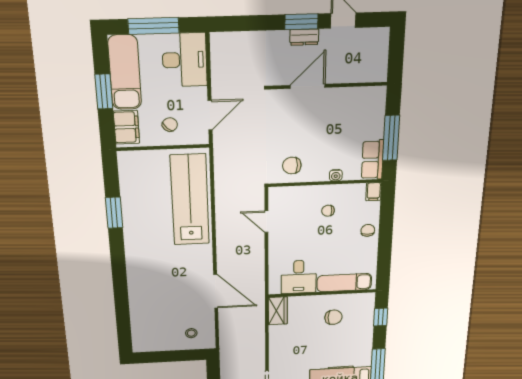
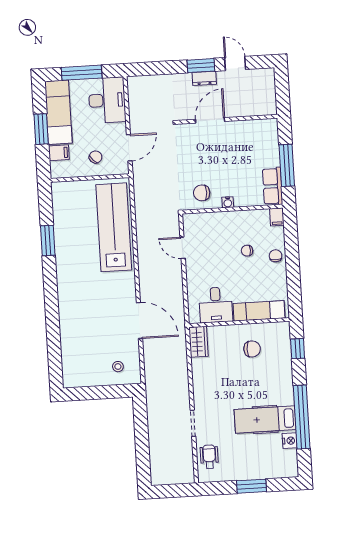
filing cabinet: (126, 127) -> (59, 153), width x0.50
water cooler: (336, 175) -> (228, 202), moved
chair: (328, 211) -> (247, 251), moved

